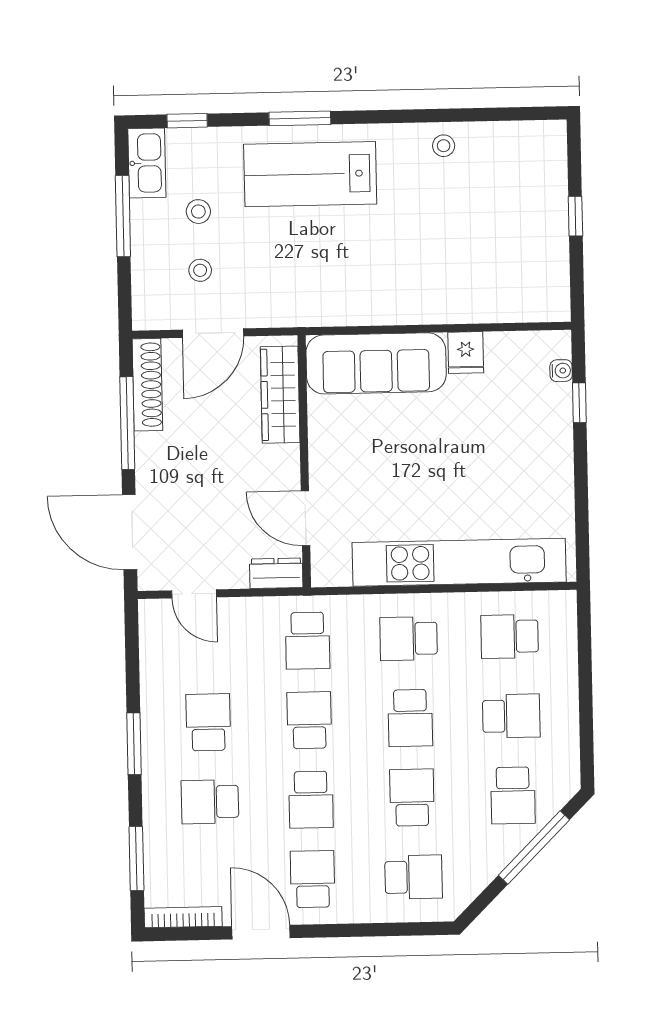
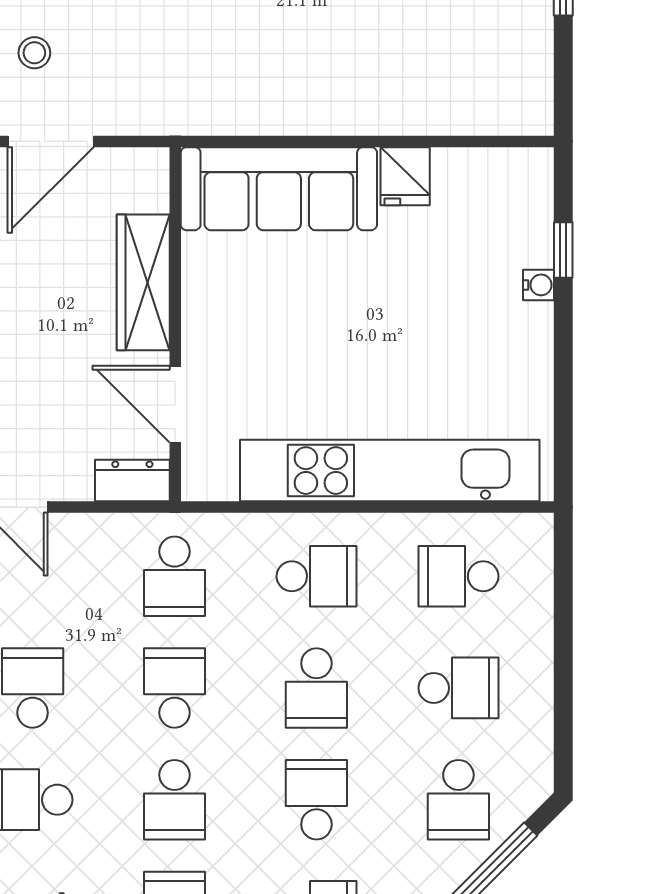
water cooler: (561, 371) -> (539, 285), moved
wardrobe: (280, 395) -> (143, 282), moved
school desk: (409, 639) -> (316, 576), turned 180

